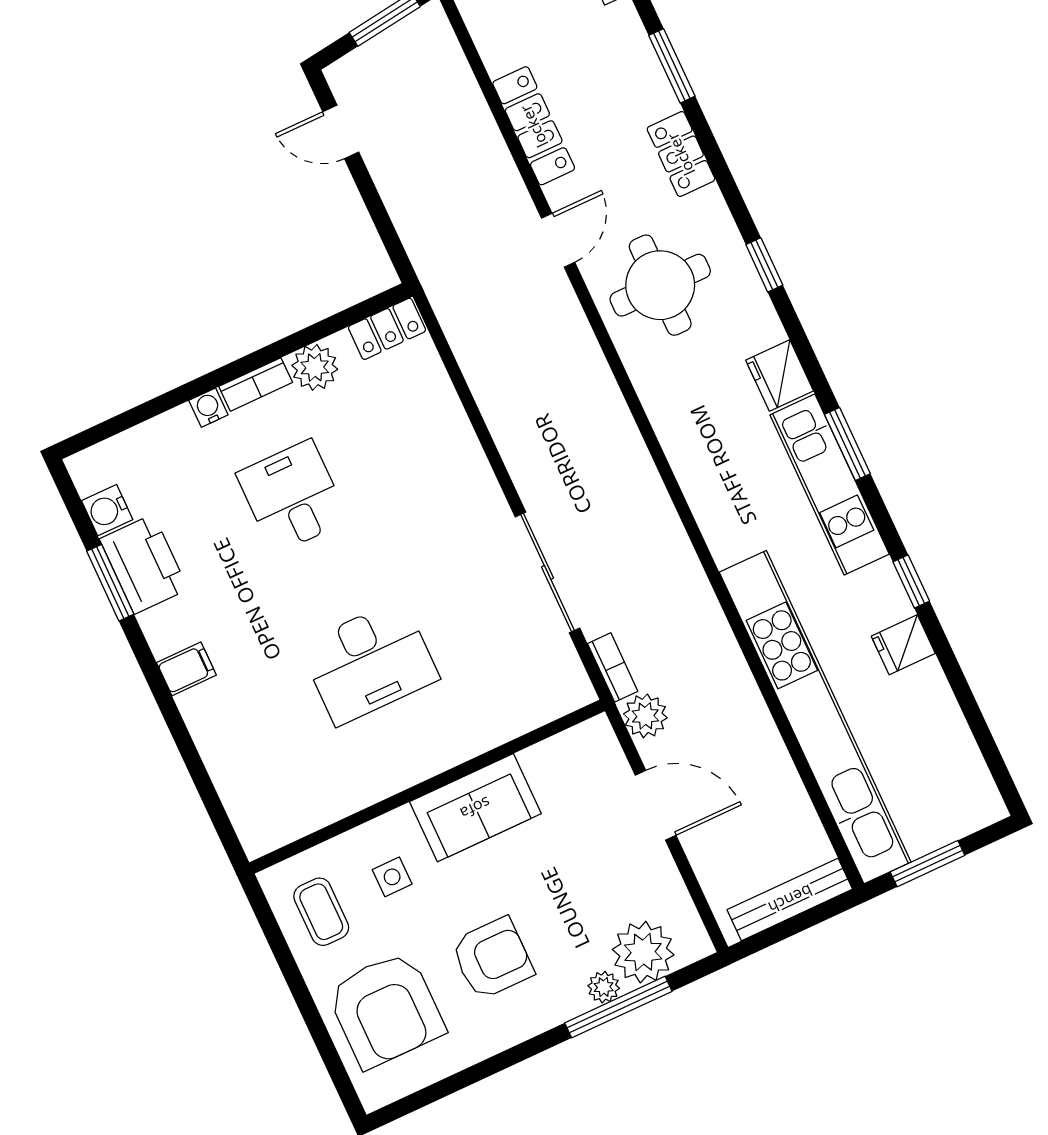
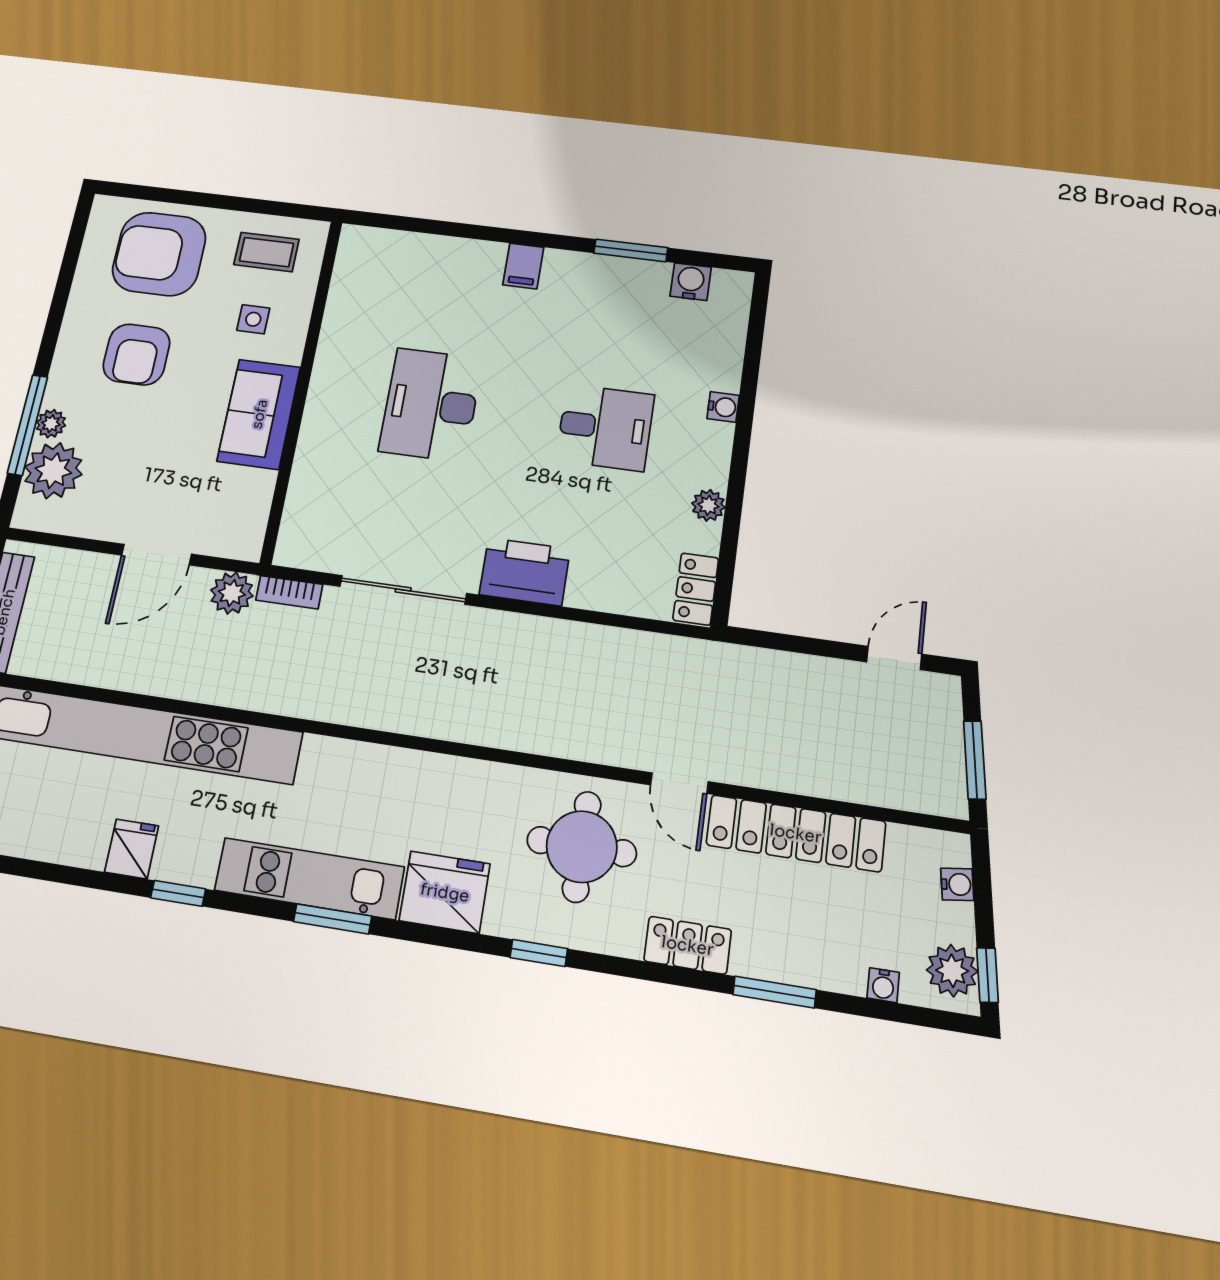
locker: (534, 126) -> (796, 833), width x1.41, depth x1.21
plant: (315, 367) -> (708, 505), width x0.73, depth x0.73
fridge: (780, 375) -> (445, 892), width x1.36, depth x1.34
bookcase: (256, 384) -> (718, 455), removed
printer: (144, 564) -> (525, 572), moved, turned 180

